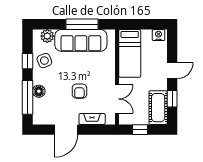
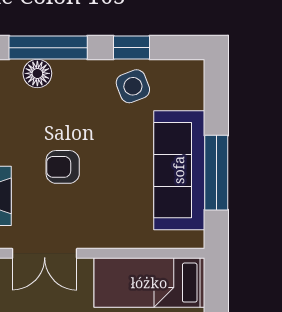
plant: (47, 36) -> (189, 93), removed
floor lamp: (39, 91) -> (37, 73), moved

